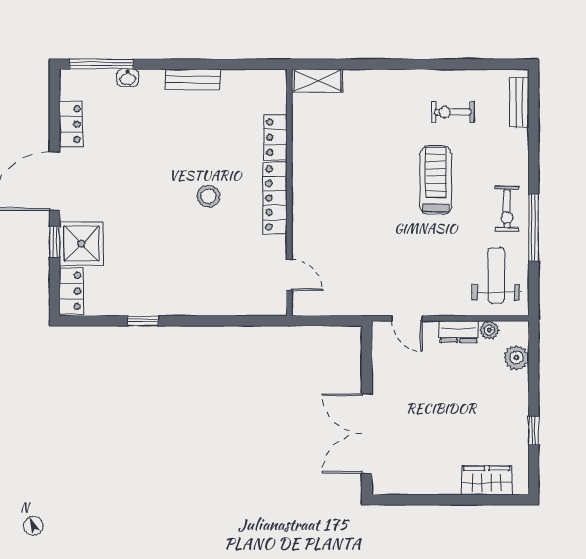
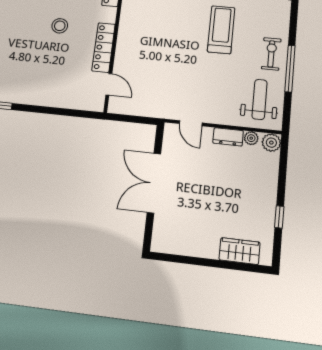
locker: (275, 198) -> (104, 47), moved
exercise bike: (507, 209) -> (271, 54), turned 180
plant: (516, 358) -> (271, 143), moved
double door: (367, 434) -> (154, 183), moved

